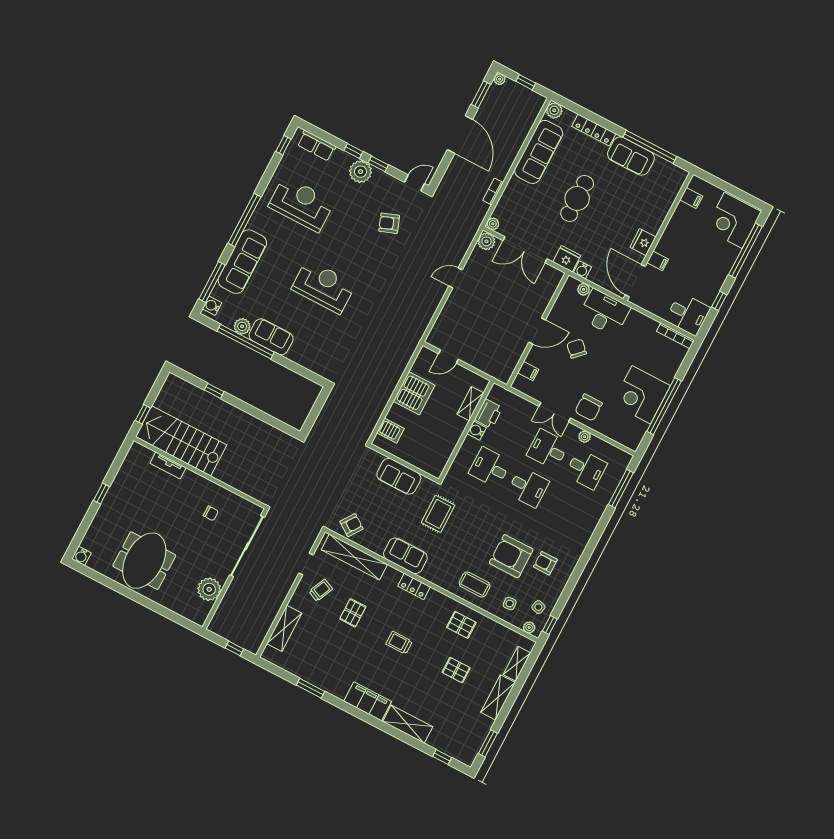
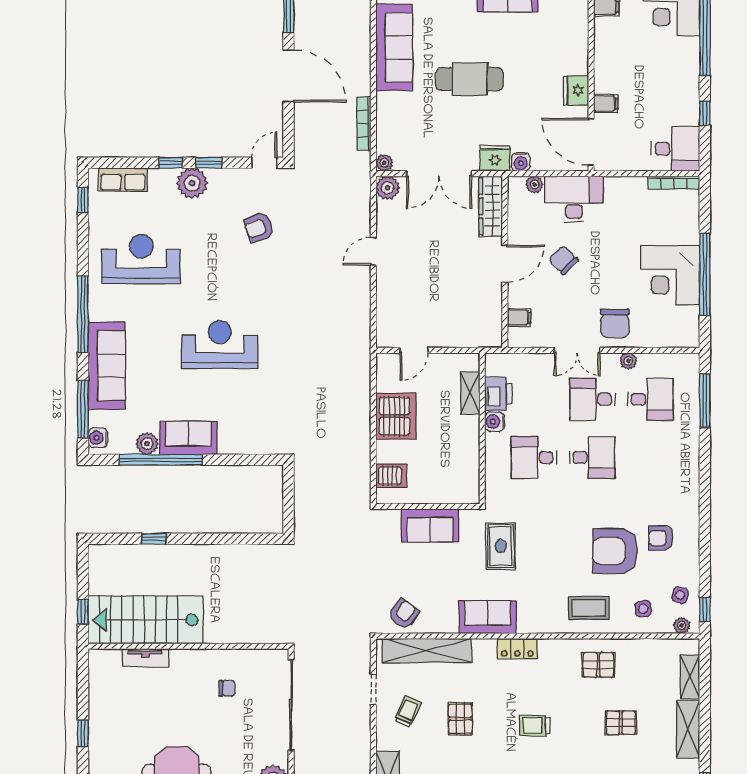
bookcase: (493, 192) -> (364, 124), width x1.56
cafe table: (577, 198) -> (470, 79), turned 90
wardrobe: (547, 289) -> (491, 206), added

